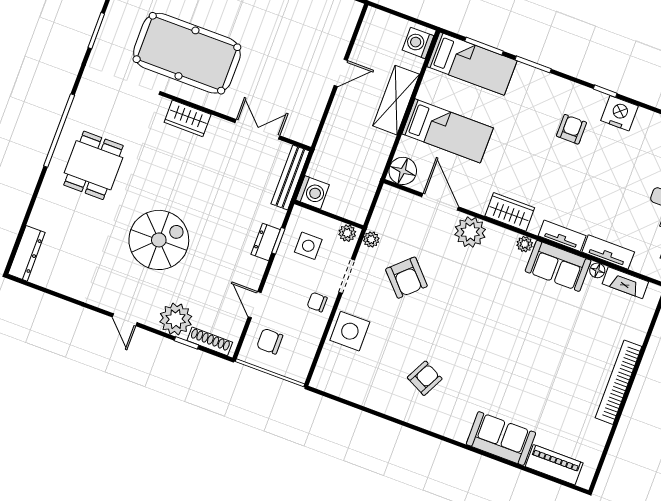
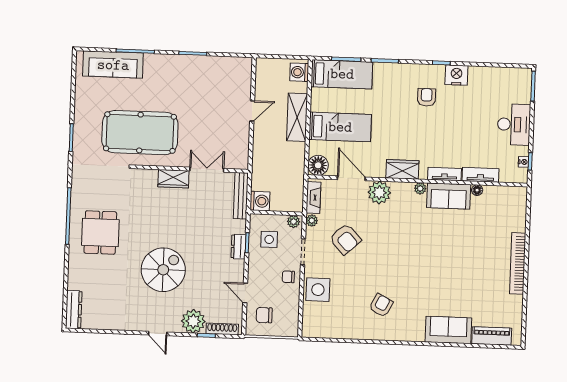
wardrobe: (188, 118) -> (173, 179), moved
fireplace: (625, 283) -> (313, 198), moved, turned -90

